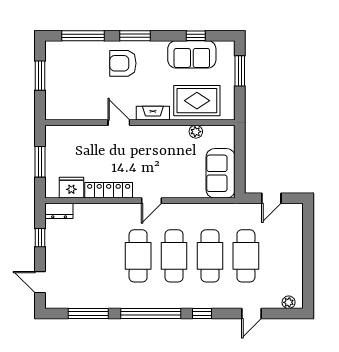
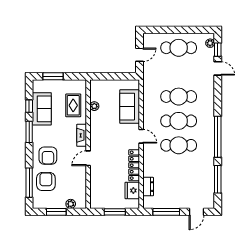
window: (135, 36) -> (29, 132), moved
armchair: (85, 60) -> (46, 182), added
plant: (52, 97) -> (71, 204), added
rug: (197, 101) -> (73, 105), width x0.73, depth x0.70
sofa: (221, 173) -> (130, 107), moved, turned 90
door: (271, 198) -> (139, 55), hinge flipped
dresser: (59, 211) -> (148, 187), moved
window: (40, 238) -> (166, 212), width x2.17
cafe table: (246, 256) -> (179, 48), moved
window: (202, 314) -> (218, 50), moved

